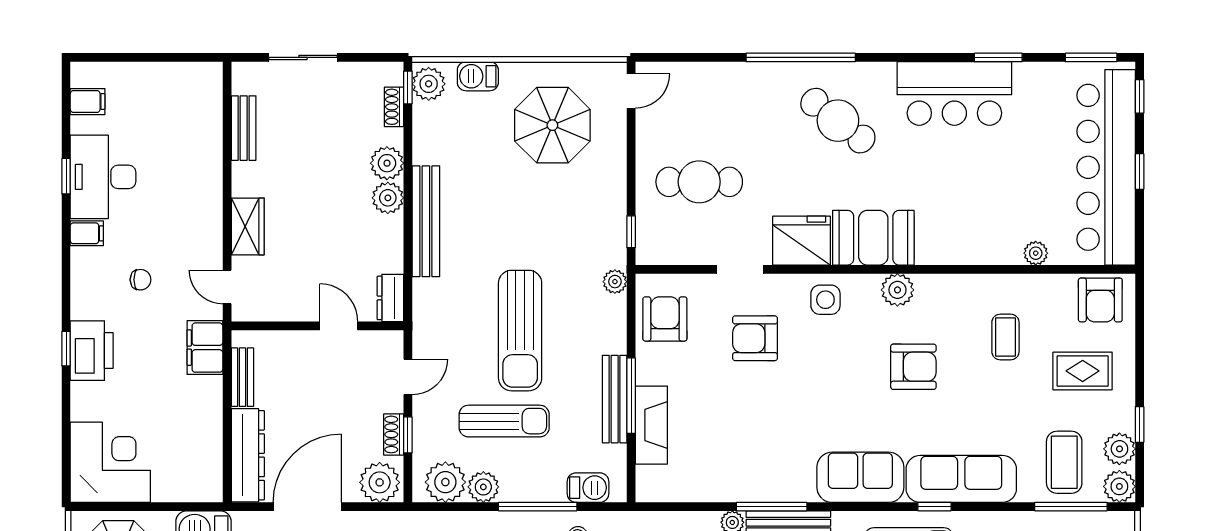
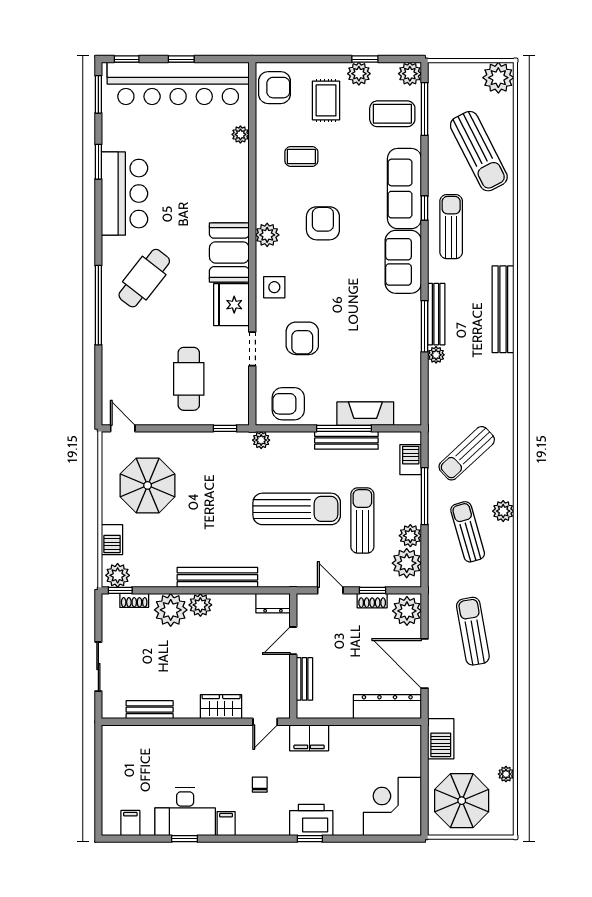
plant: (387, 163) -> (171, 610), width x1.36, depth x1.36
bench: (242, 377) -> (304, 679), moved, turned 90
plant: (1119, 449) -> (359, 74), moved

